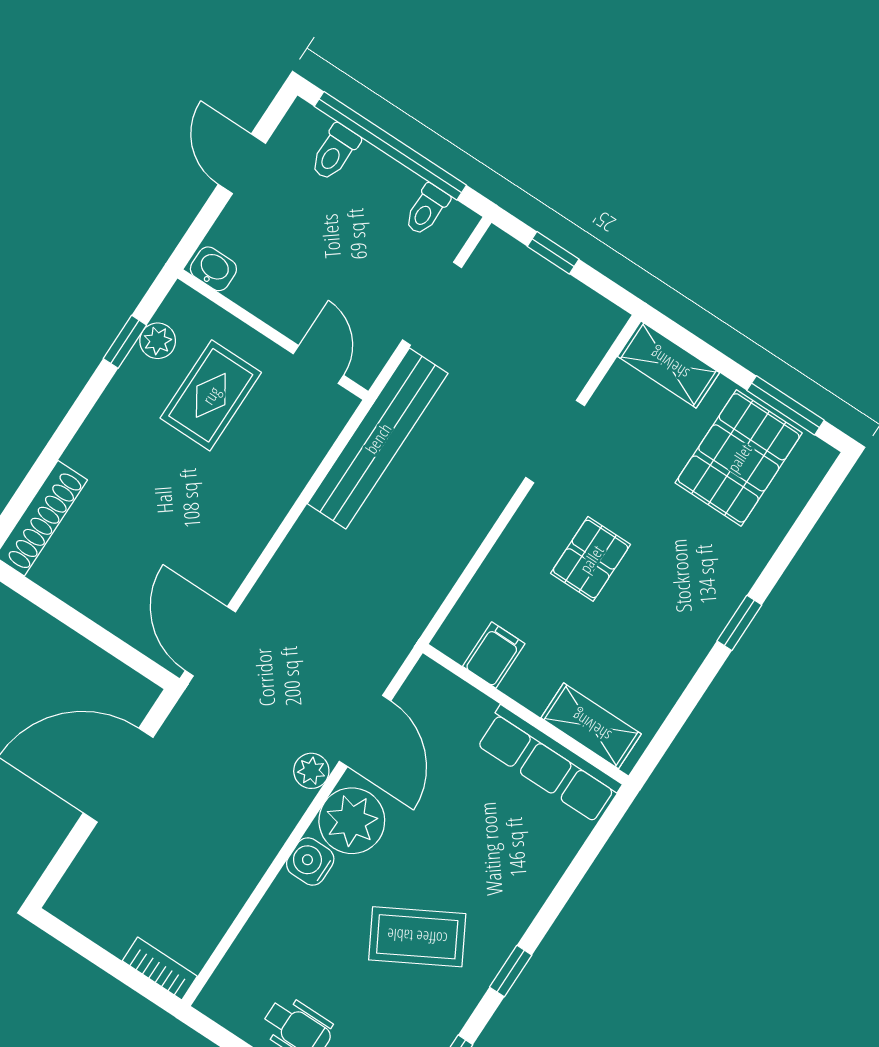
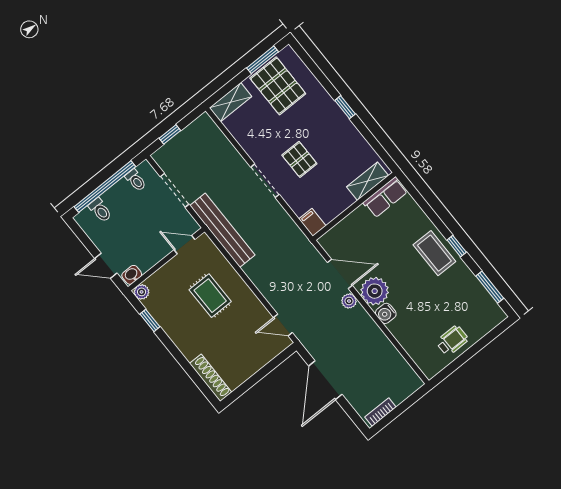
door: (242, 164) -> (106, 266), moved
plant: (158, 341) -> (142, 292), moved
rug: (211, 395) -> (210, 296), moved
doorway: (555, 442) -> (265, 181), moved
door: (210, 641) -> (283, 325), width x0.73
filing cabinet: (494, 655) -> (312, 222), moved
row of seats: (549, 764) -> (385, 197), width x0.68
coffee table: (417, 937) -> (434, 253), moved, turned -61
bookcase: (160, 969) -> (380, 412), moved

